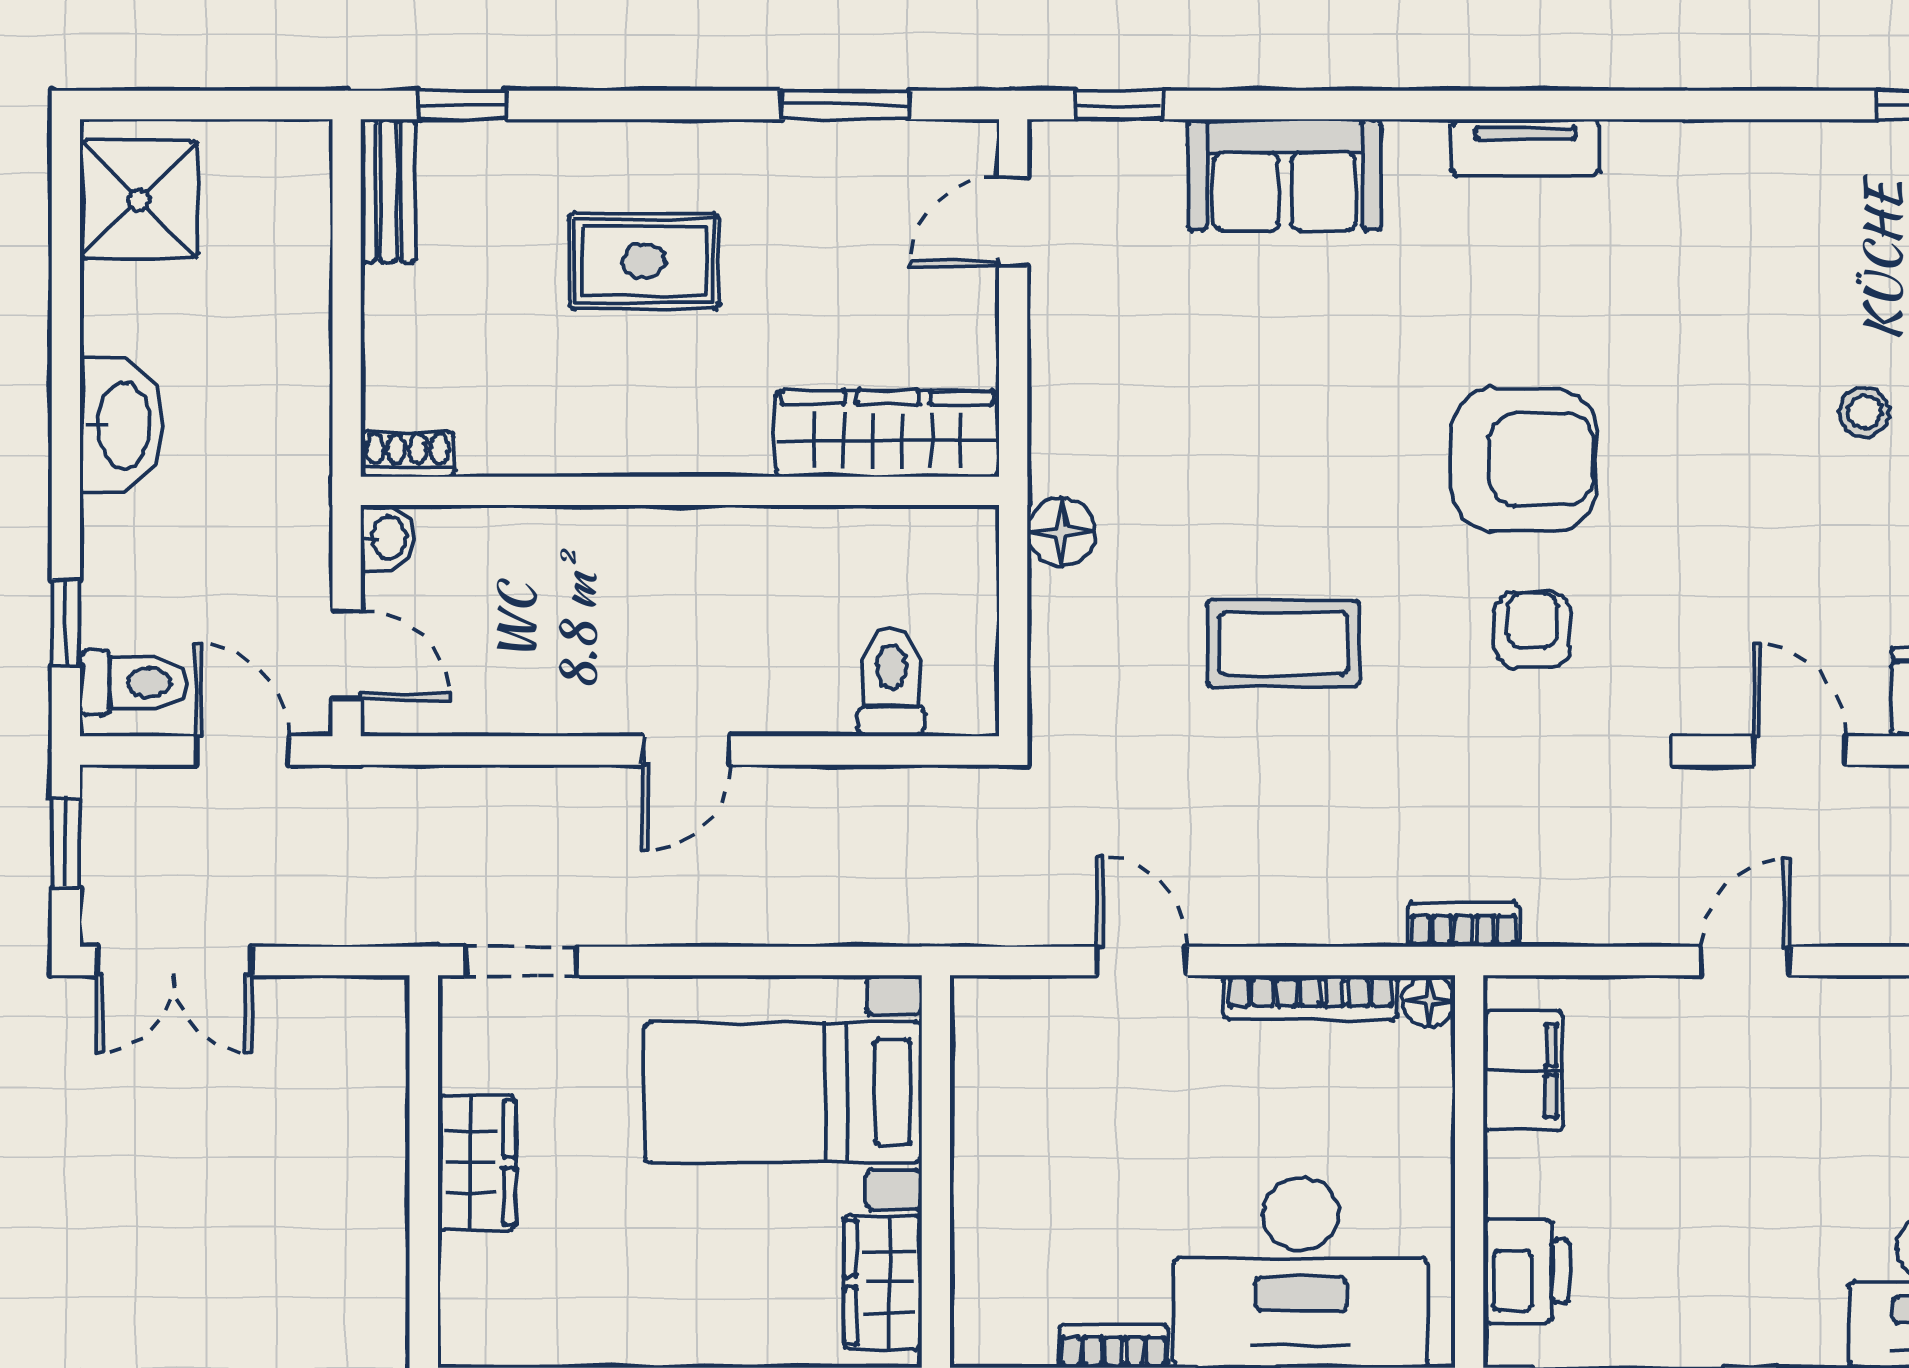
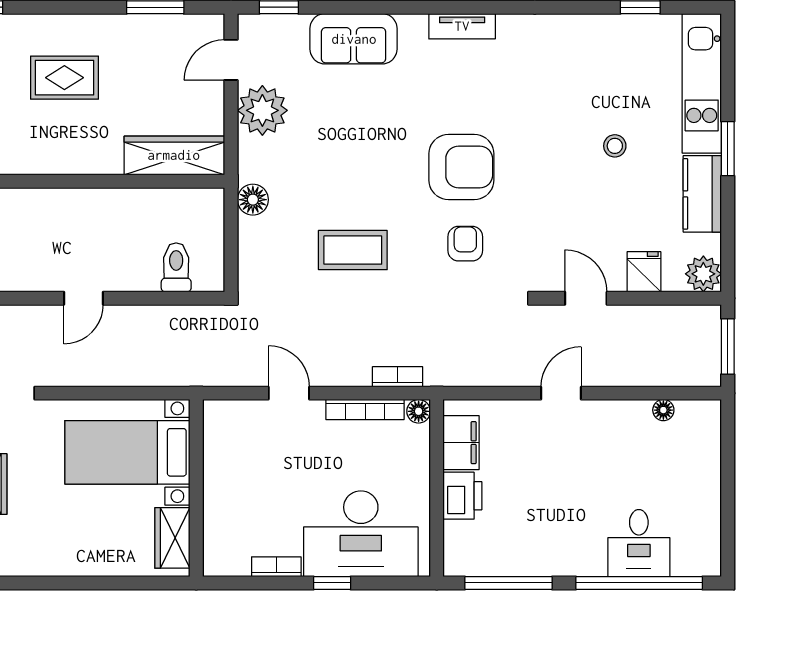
plant: (1083, 334) -> (262, 110), added
bookcase: (1464, 925) -> (398, 377), moved
printer: (1526, 1271) -> (462, 496), moved

